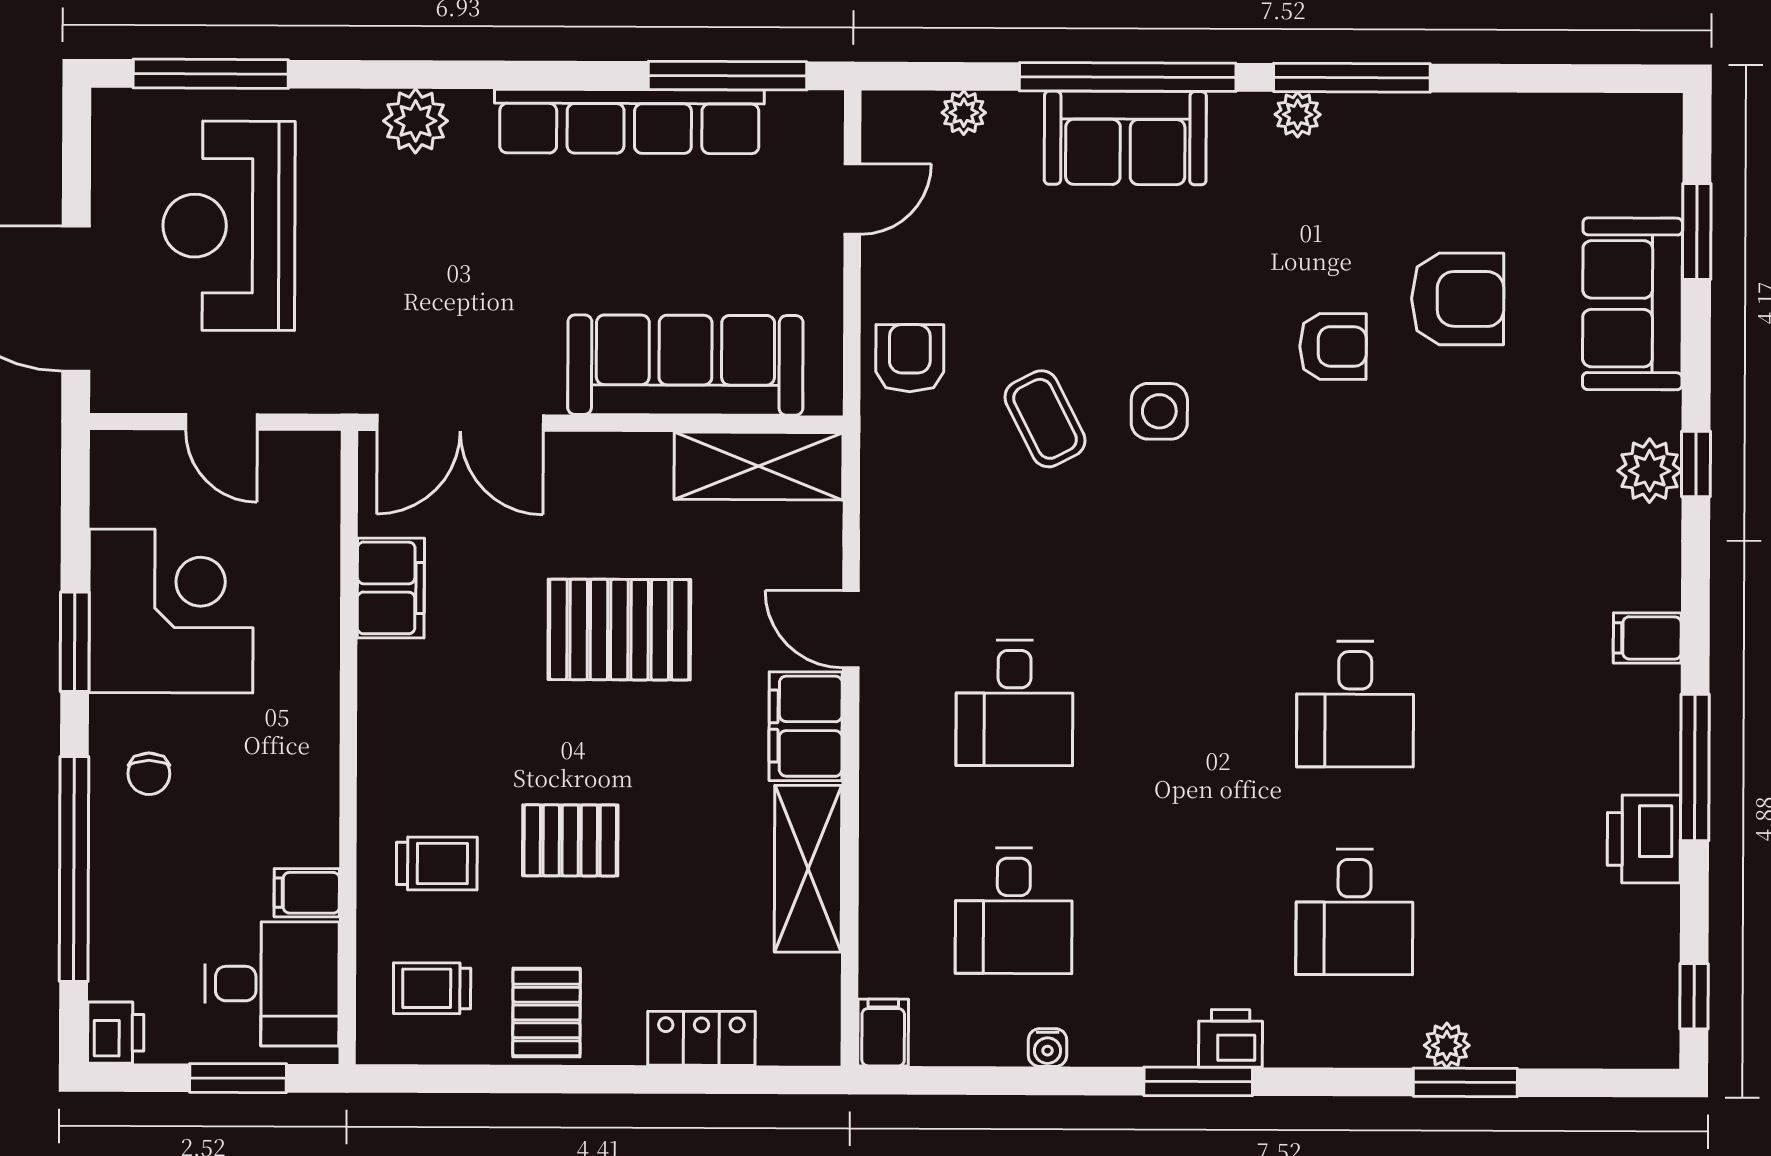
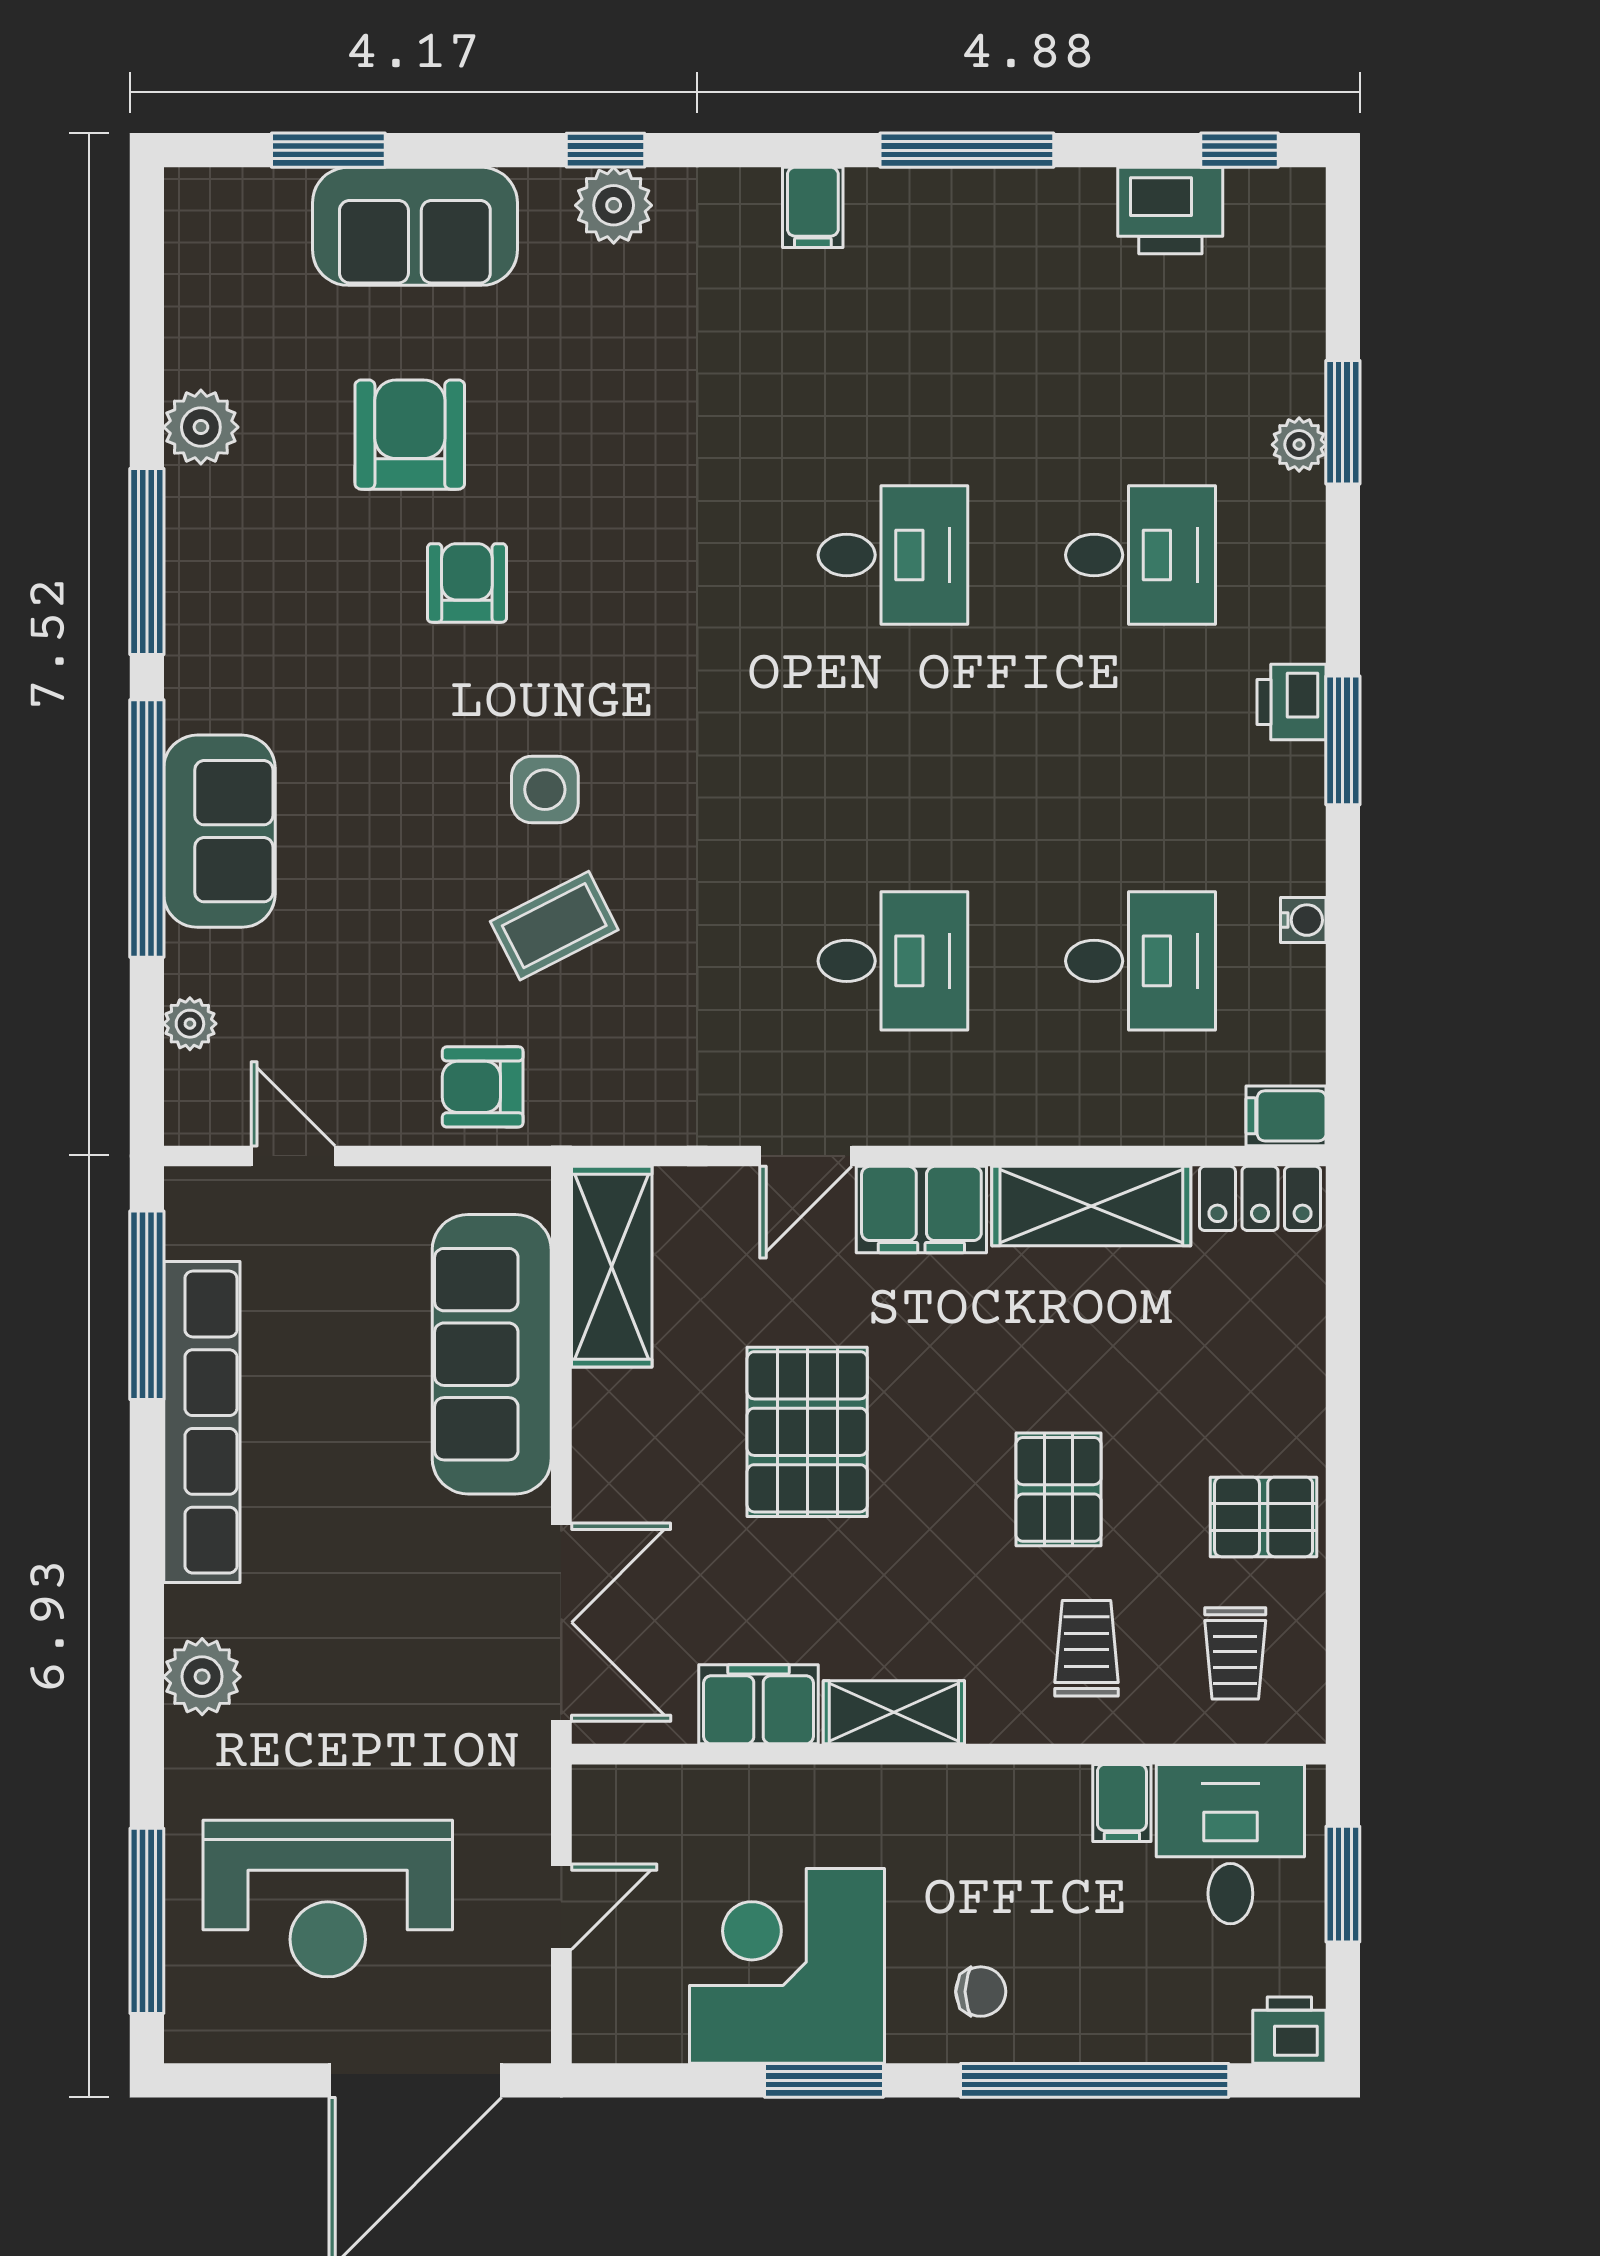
plant: (1298, 114) -> (201, 427), moved, width x1.38, depth x1.38
shelving: (384, 702) -> (894, 1712), added
printer: (1644, 839) -> (1170, 210), moved
locker: (701, 1038) -> (1260, 1198), moved, turned -90

